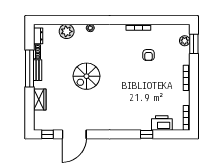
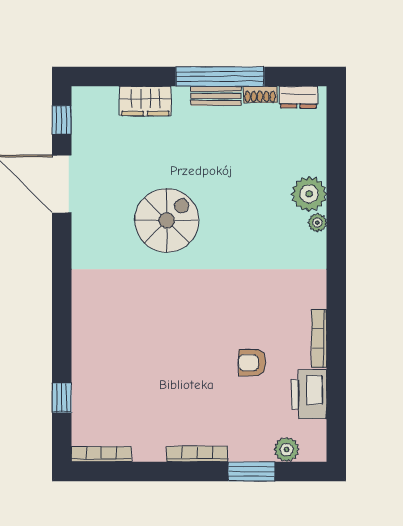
plant: (67, 31) -> (309, 194), moved
window: (194, 44) -> (251, 472), moved
spiral stairs: (86, 76) -> (167, 220), moved, turned 90
printer: (162, 123) -> (309, 394), moved, turned 180
window: (147, 134) -> (62, 398), moved

